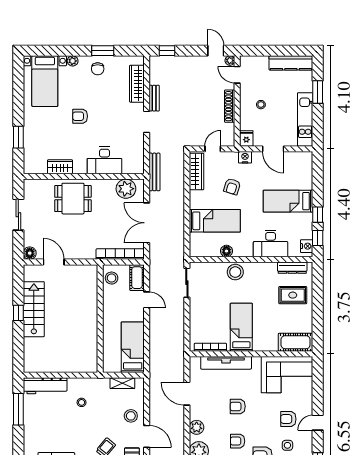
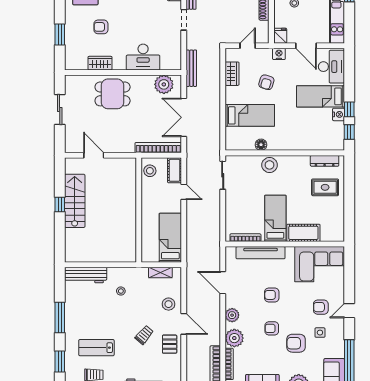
armchair: (80, 116) -> (101, 27), moved
wardrobe: (197, 171) -> (232, 74), width x0.67
desk: (271, 244) -> (331, 67), moved, turned -90
nightstand: (307, 246) -> (339, 114), moved
floor lamp: (30, 253) -> (71, 147), removed
cot: (296, 342) -> (303, 233), moved
window: (18, 409) -> (60, 318), moved

